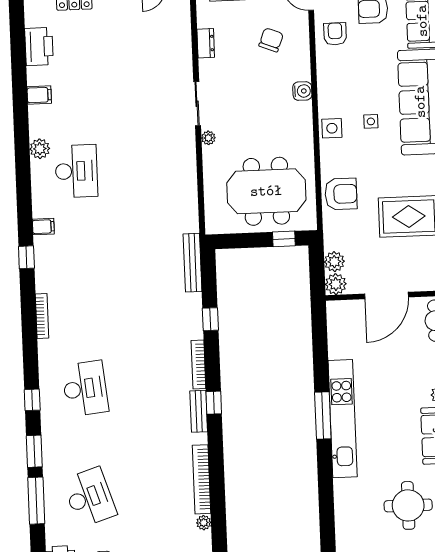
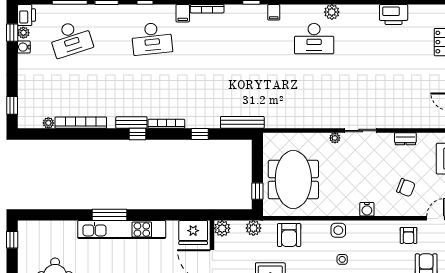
armchair: (335, 34) -> (409, 235), turned 90
printer: (39, 46) -> (394, 14), moved
filing cabinet: (39, 95) -> (183, 13), moved
plant: (334, 262) -> (253, 228), moved
fridge: (343, 323) -> (193, 233), added
window: (323, 416) -> (109, 215), moved

